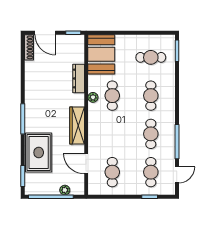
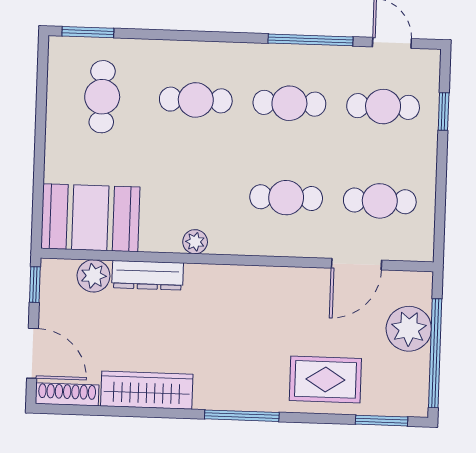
door: (45, 33) -> (33, 353), hinge flipped
plant: (78, 56) -> (93, 276), added
cafe table: (112, 96) -> (286, 198), moved
wardrobe: (77, 125) -> (147, 390), moved, turned 180
rug: (39, 152) -> (325, 379), width x0.73, depth x0.70
plant: (65, 190) -> (409, 329), width x1.88, depth x1.88

